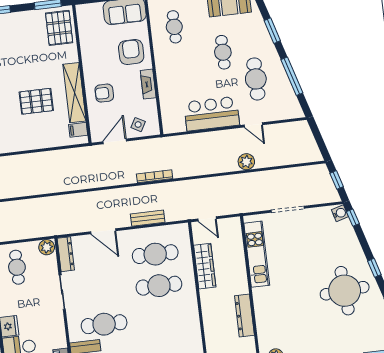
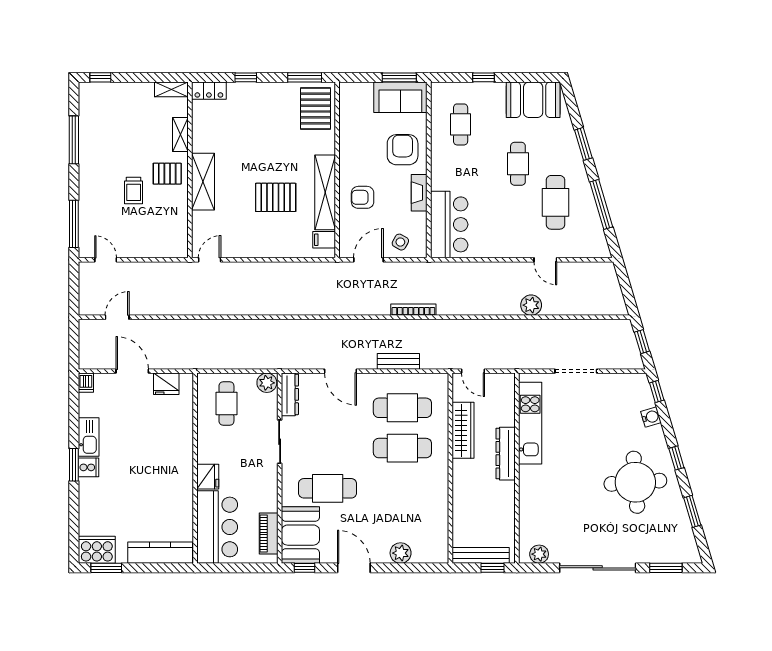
bar counter: (212, 114) -> (449, 224), moved, turned 90
water cooler: (340, 213) -> (651, 417), moved
dresser: (244, 316) -> (506, 454), moved

